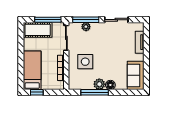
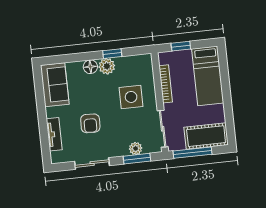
window: (86, 20) -> (137, 159), width x0.69
armchair: (115, 47) -> (90, 123), added
window: (37, 92) -> (181, 46), moved
window: (95, 92) -> (112, 54), width x0.46

